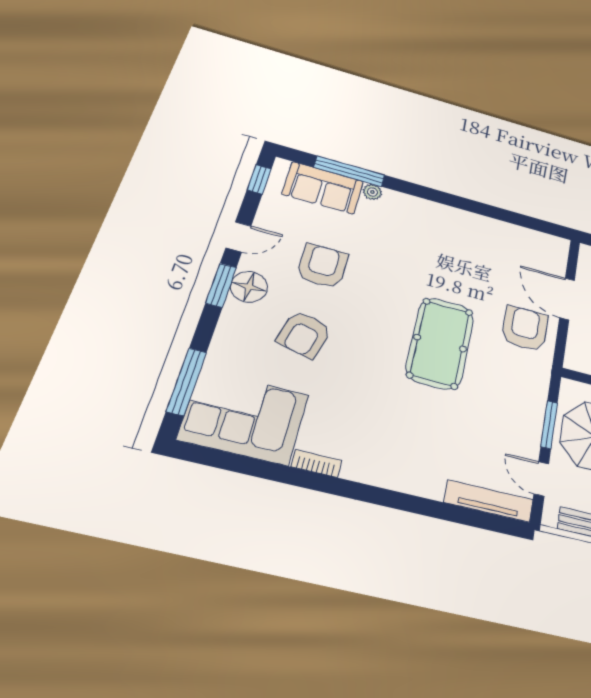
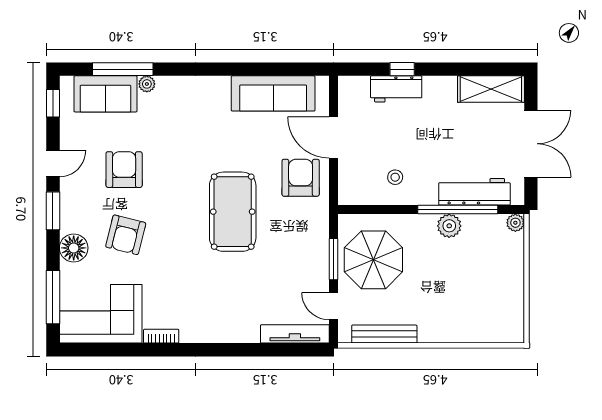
sofa: (509, 240) -> (273, 93), added
floor lamp: (249, 287) -> (74, 248), moved

